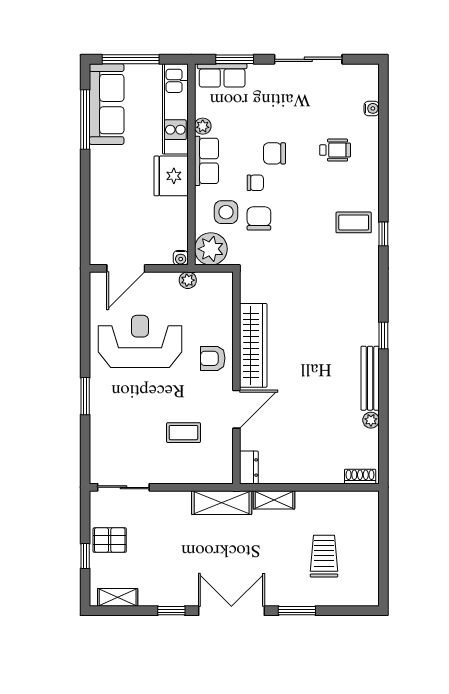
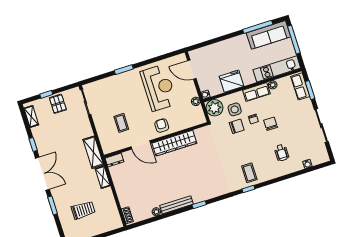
fridge: (171, 176) -> (231, 81), moved

